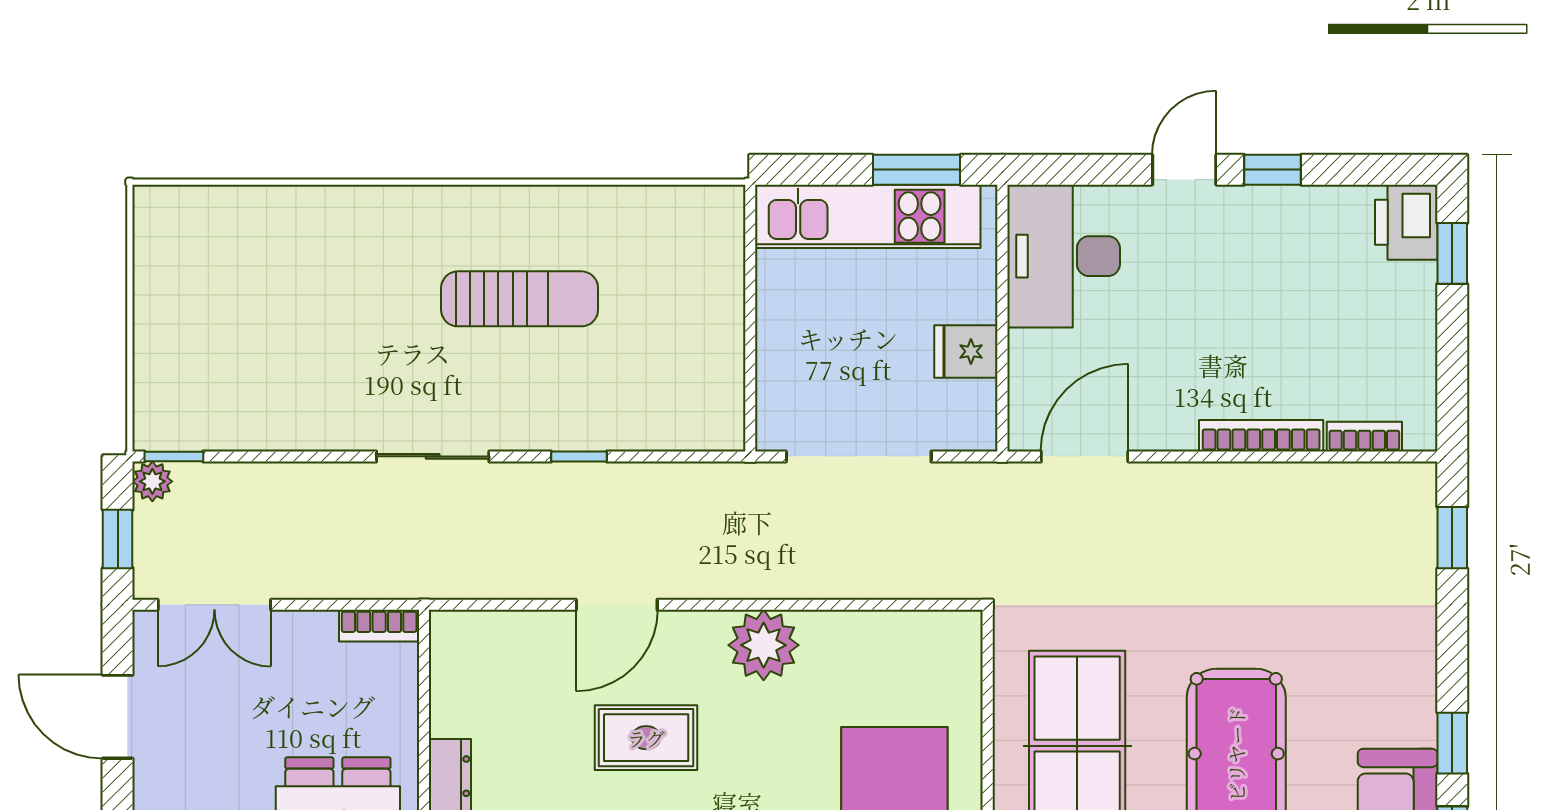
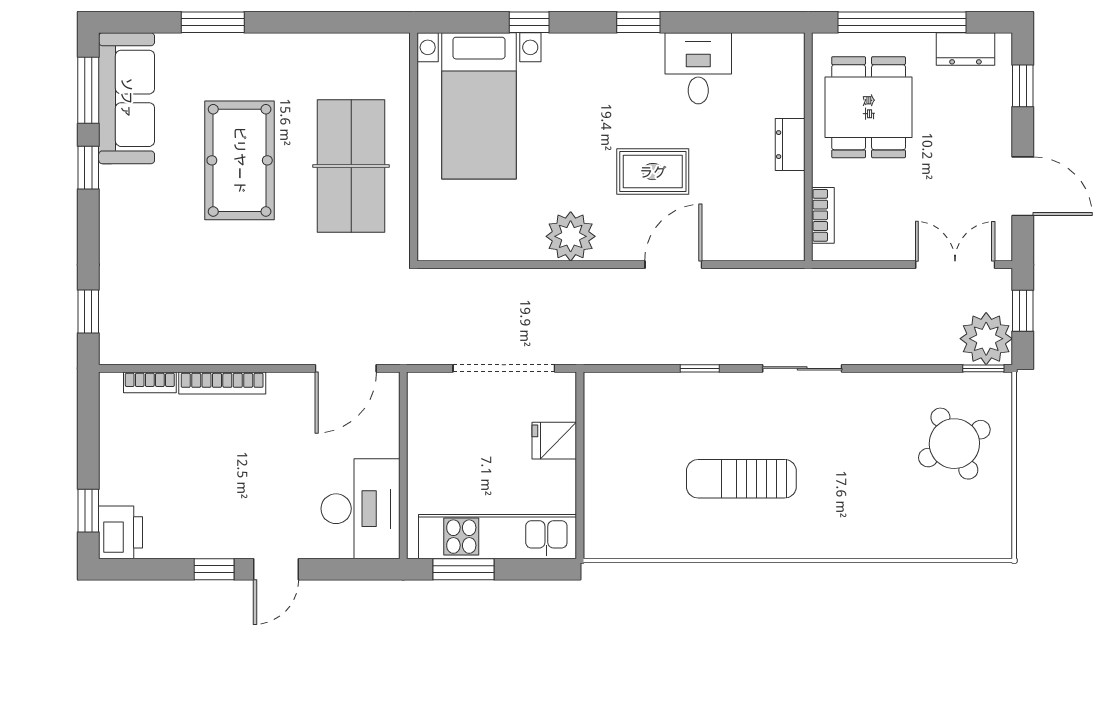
round table: (215, 349) -> (954, 444), added
fridge: (966, 351) -> (554, 441), moved, turned 180
plant: (152, 481) -> (986, 339), width x1.87, depth x1.87
bookcase: (379, 626) -> (823, 215), moved, turned 90

